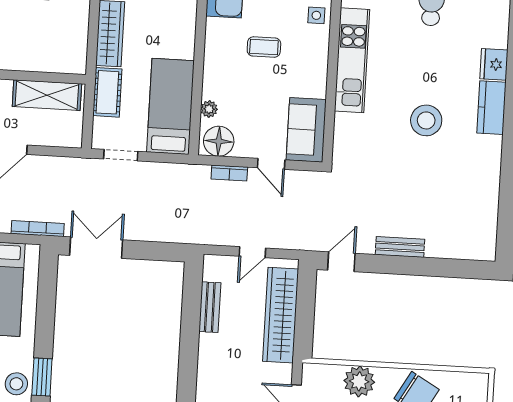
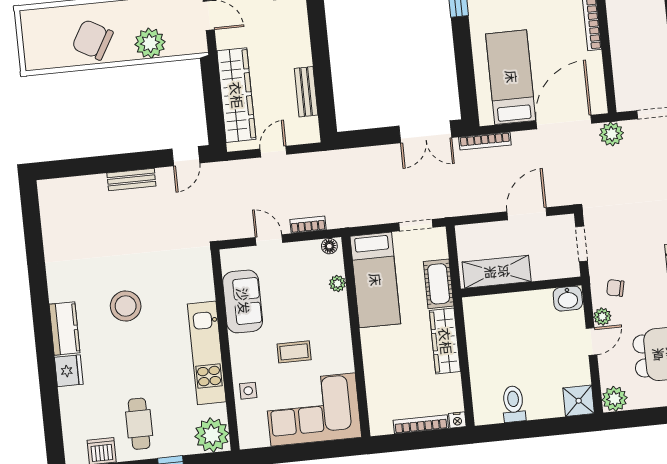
sofa: (306, 130) -> (243, 301), moved
floor lamp: (219, 141) -> (329, 246), width x0.53, depth x0.53

